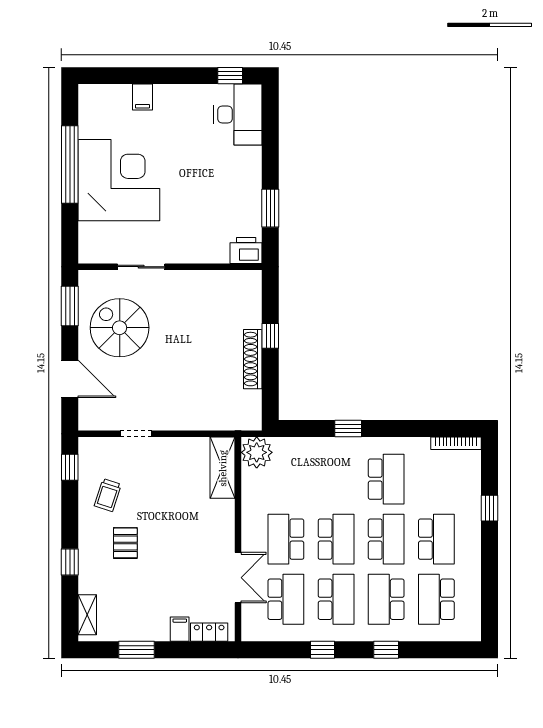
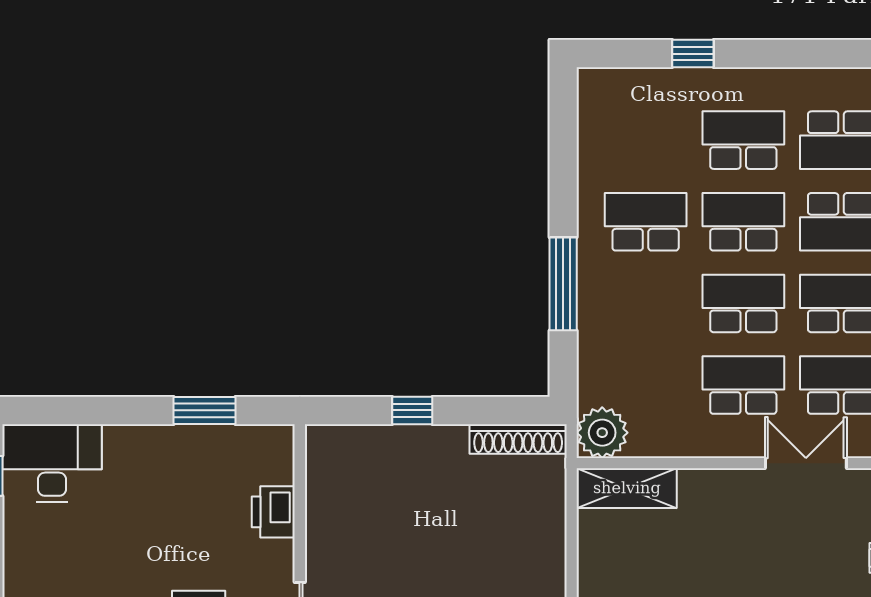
printer: (246, 250) -> (273, 512), moved
shoe rack: (253, 359) -> (518, 439), moved
window: (348, 429) -> (563, 284), width x2.17
bookcase: (456, 443) -> (587, 108), removed
school desk: (286, 539) -> (743, 385), turned 180

